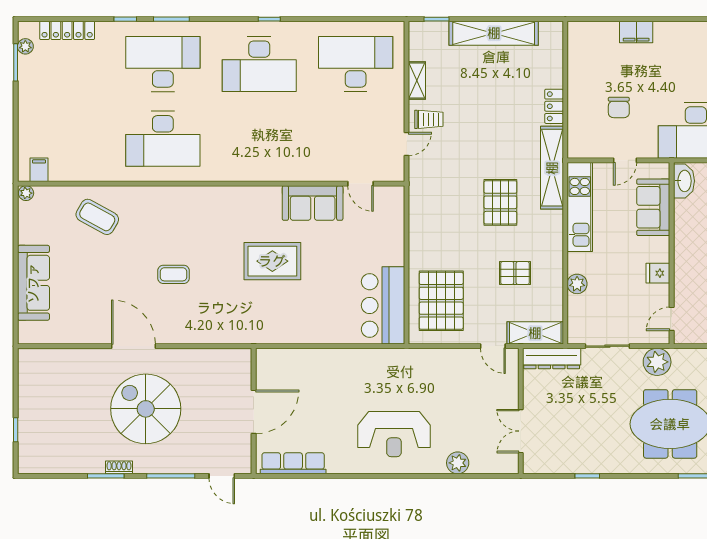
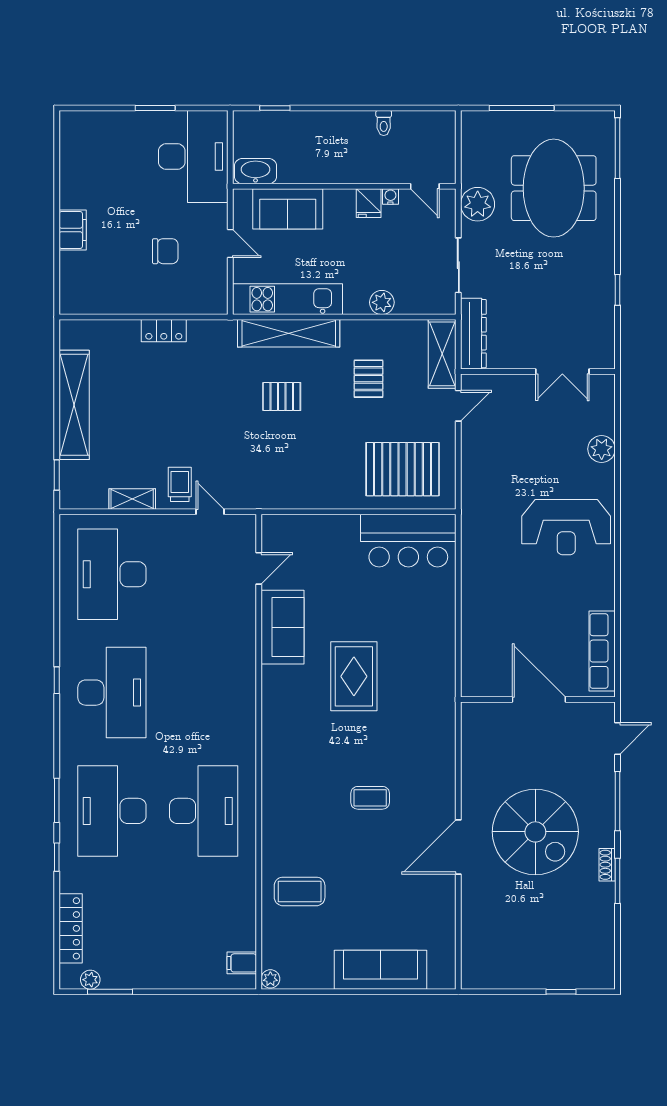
shelving: (552, 168) -> (289, 333), moved
pallet: (500, 202) -> (282, 396), width x0.67, depth x0.71
coffee table: (97, 217) -> (300, 891), turned 61
coffee table: (174, 274) -> (370, 798), turned 90
water cooler: (663, 291) -> (390, 196), added
spiral stairs: (146, 409) -> (535, 832), turned -90
reception desk: (394, 434) -> (566, 527), turned 90

